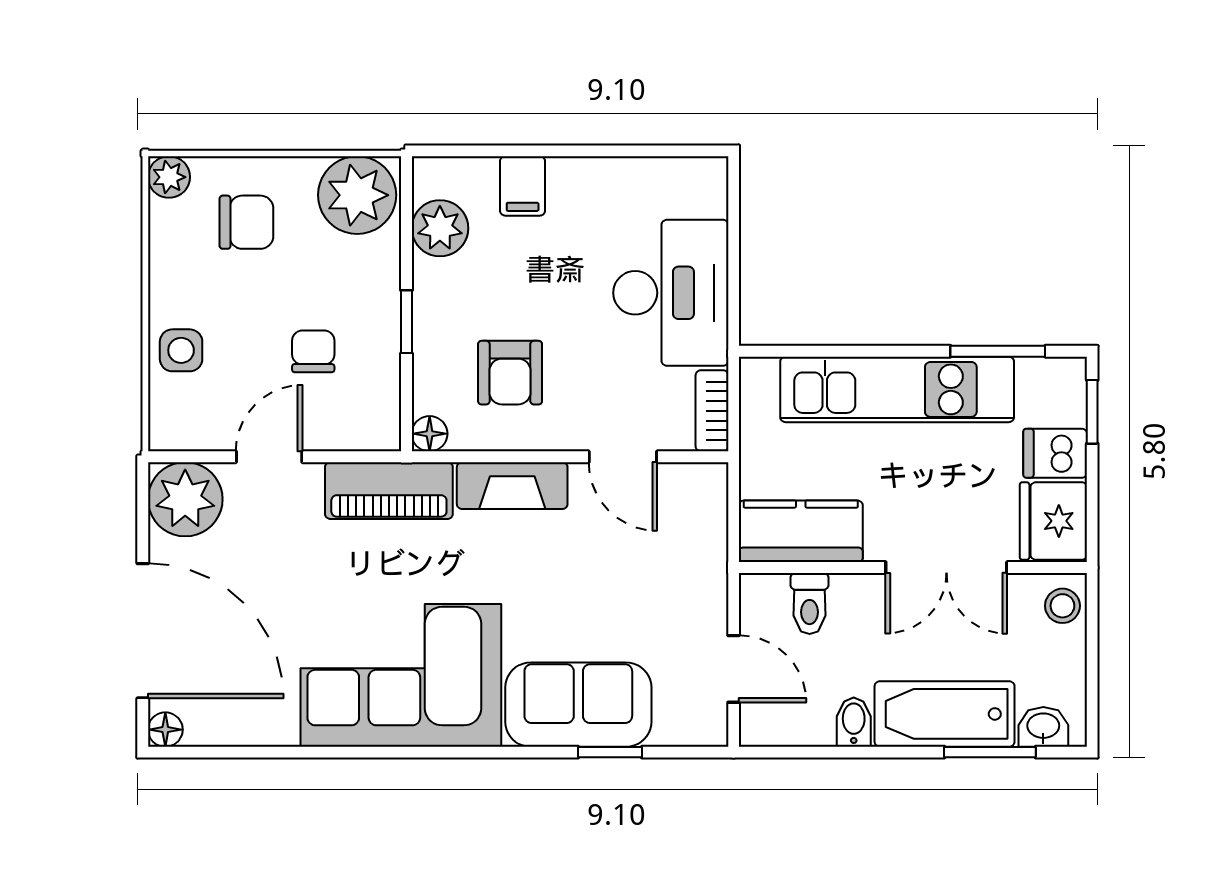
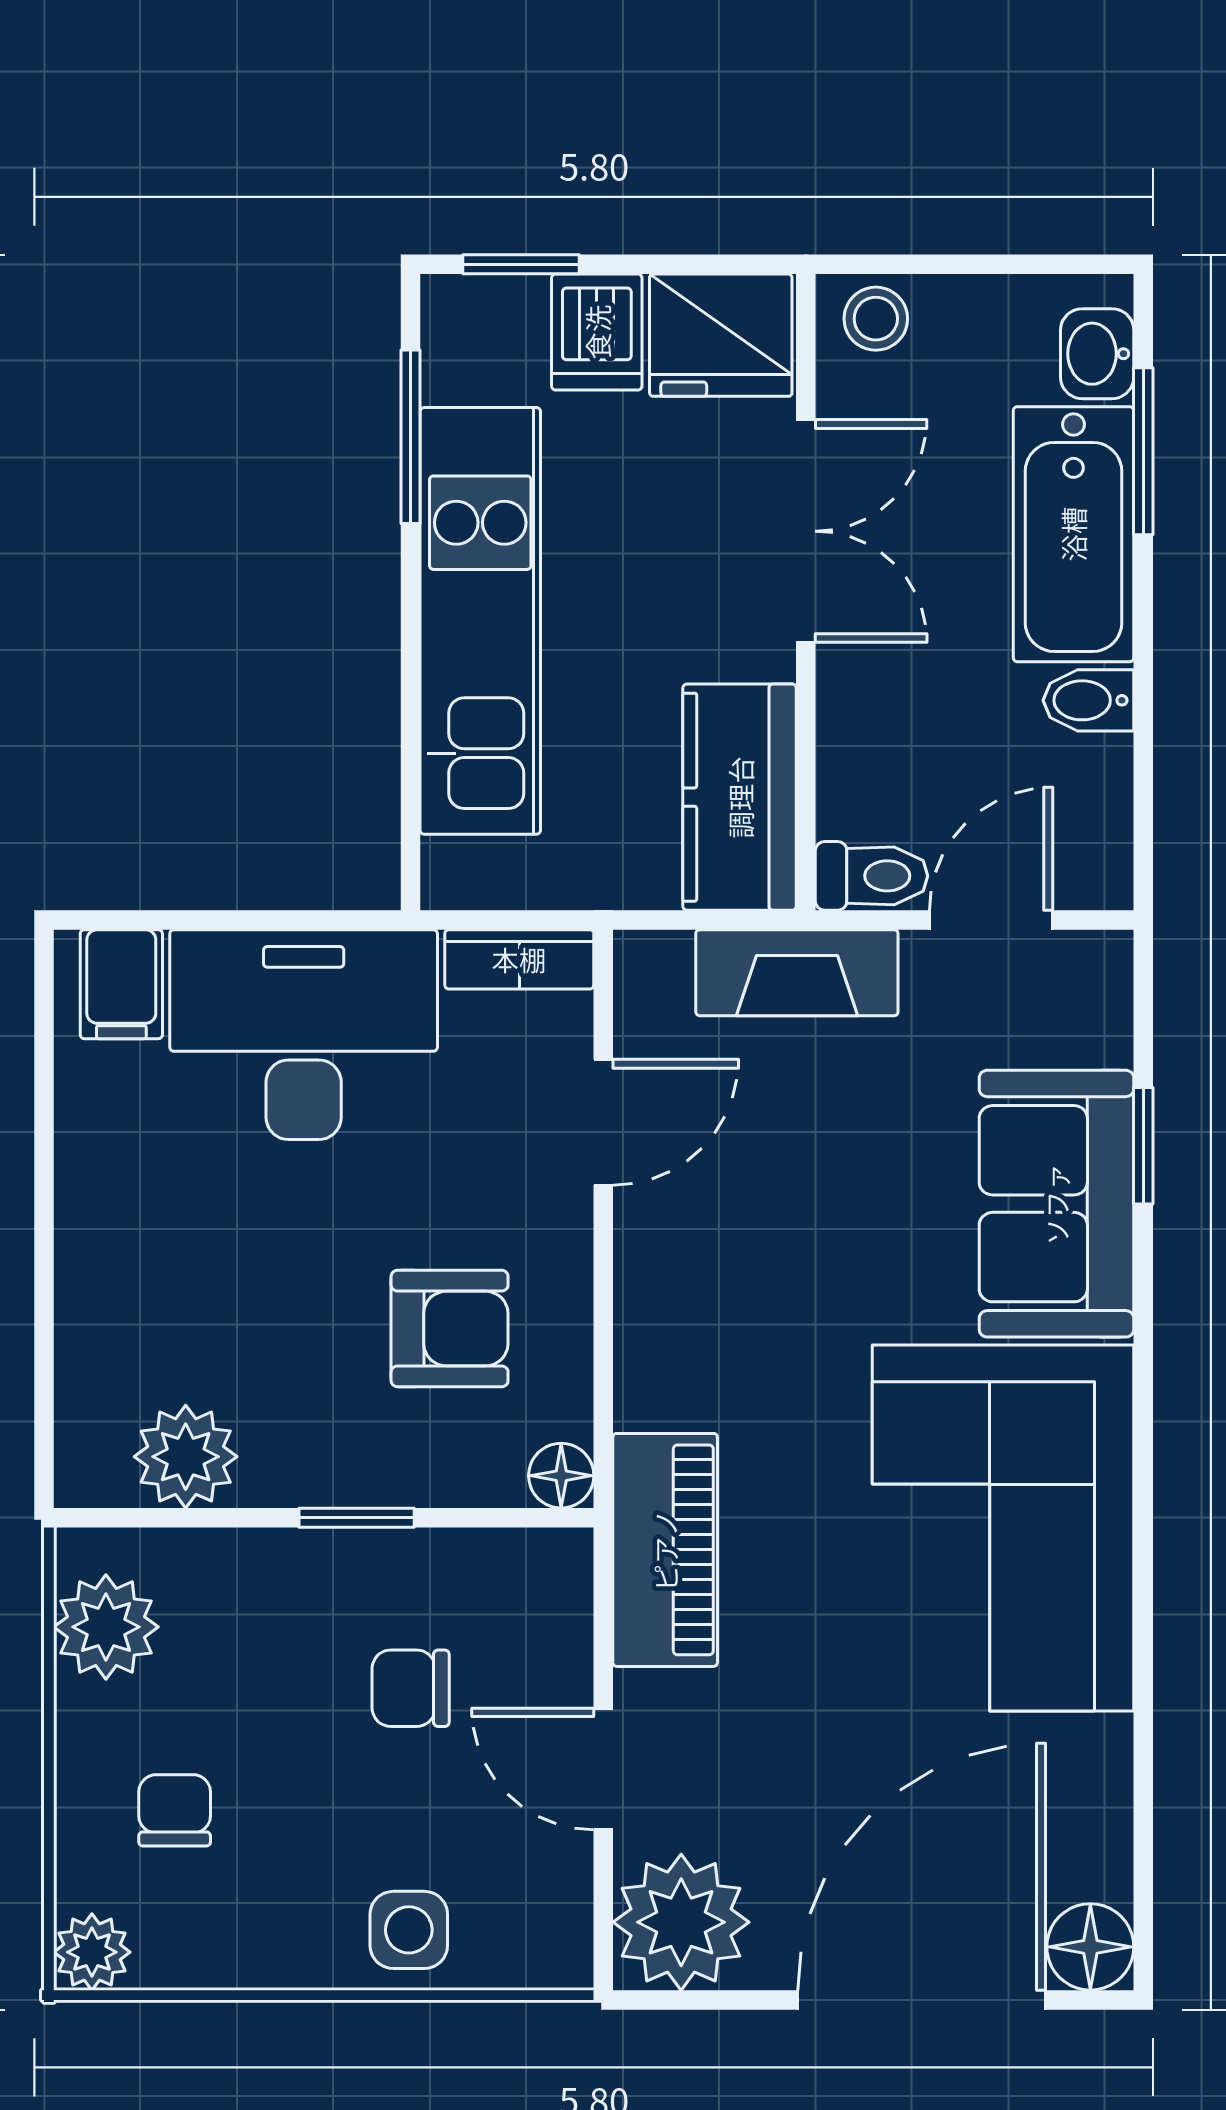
filing cabinet: (523, 186) -> (121, 984), moved, turned 90
plant: (357, 195) -> (106, 1627), width x0.73, depth x0.73
chair: (246, 222) -> (175, 1810), width x0.73, depth x0.73
fireplace: (512, 486) -> (797, 973), moved, turned 90
toilet: (810, 603) -> (872, 876), moved
floor lamp: (165, 730) -> (1090, 1947), width x1.37, depth x1.37

